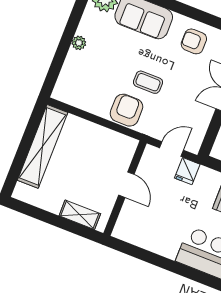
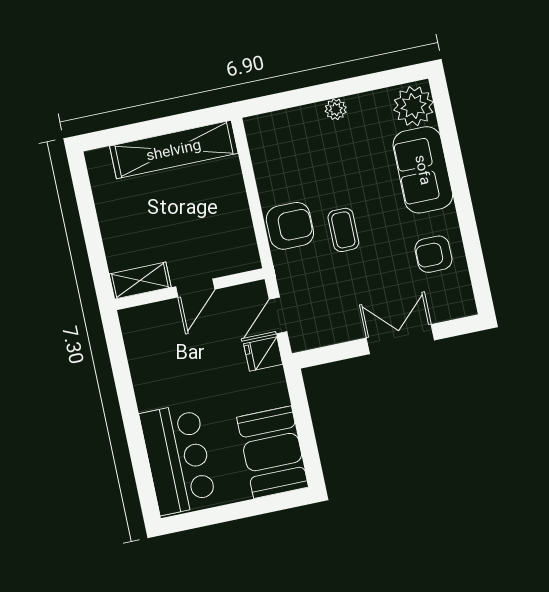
armchair: (194, 41) -> (433, 254), turned -90
door: (172, 149) -> (278, 316), swing flipped
shelving: (80, 215) -> (140, 281), moved, turned 90

